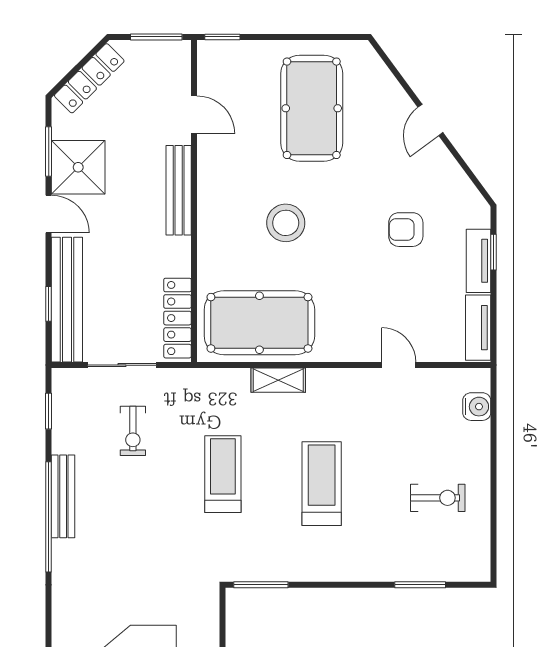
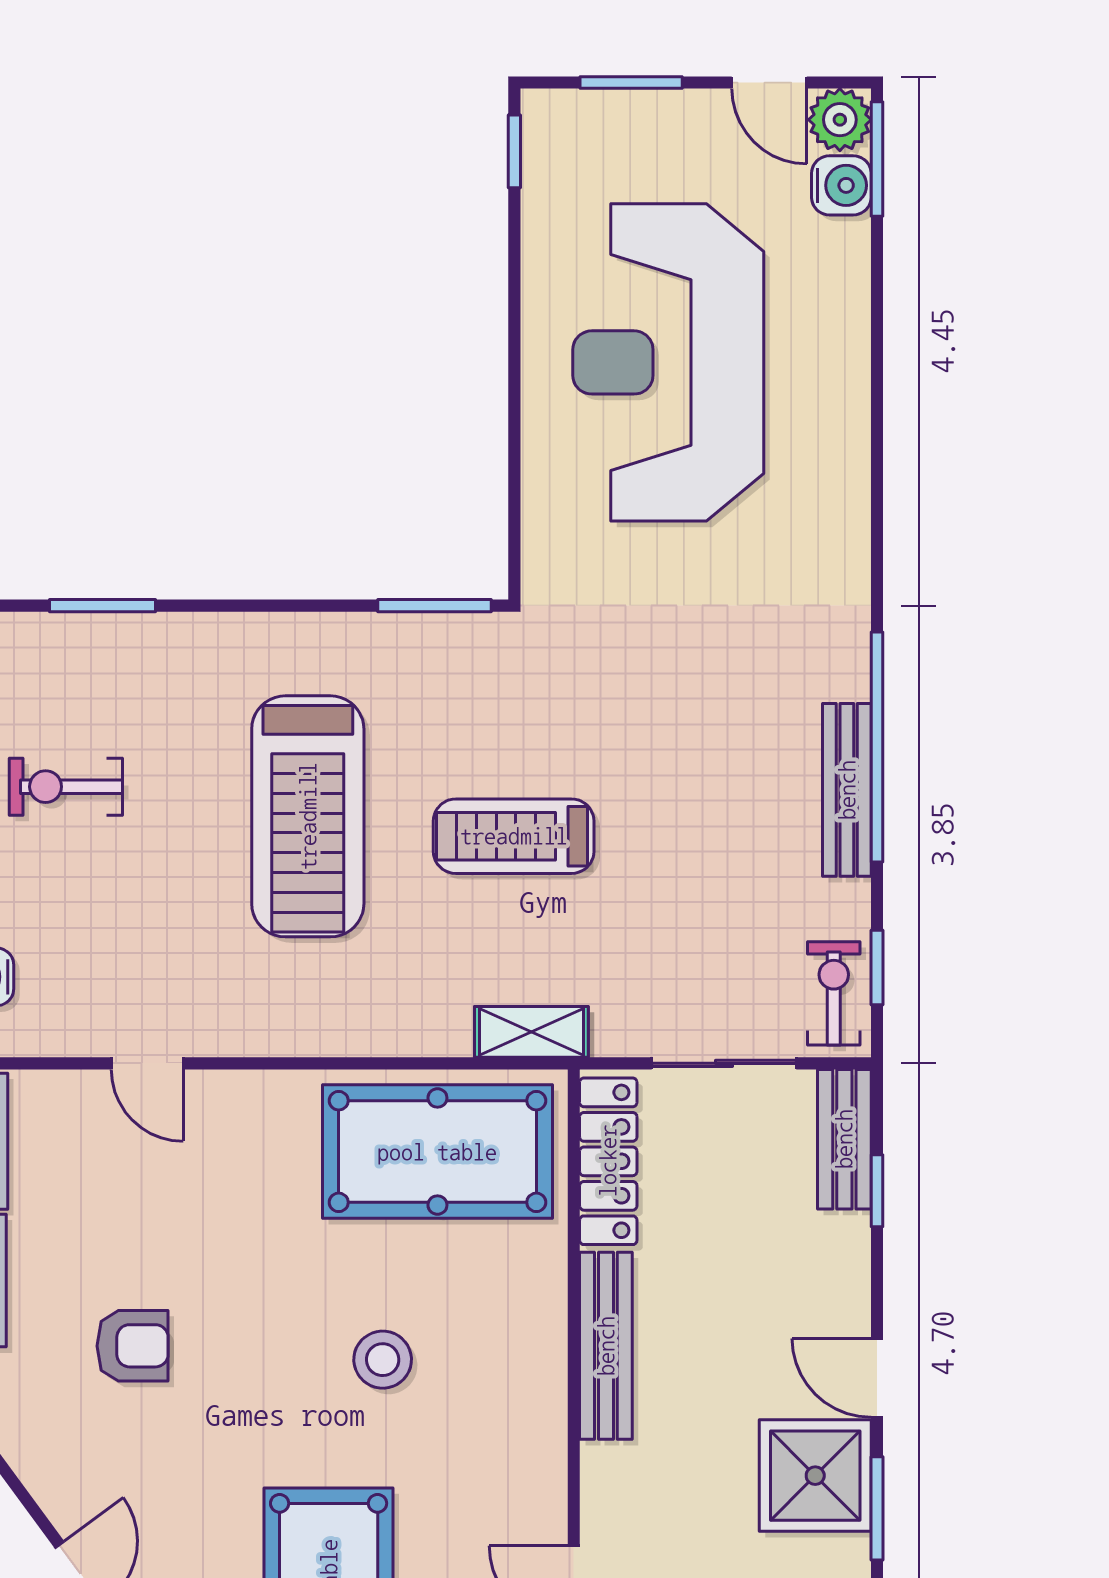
bench: (179, 190) -> (606, 1346), moved
stool: (286, 223) -> (383, 1360), width x0.73, depth x0.73
bench: (67, 300) -> (844, 1139), width x0.54, depth x0.82
shelving: (278, 380) -> (531, 1032), moved
exercise bike: (133, 431) -> (834, 993), moved
treadmill: (223, 474) -> (514, 836), turned 90
treadmill: (322, 484) -> (308, 816), width x1.37, depth x1.38

